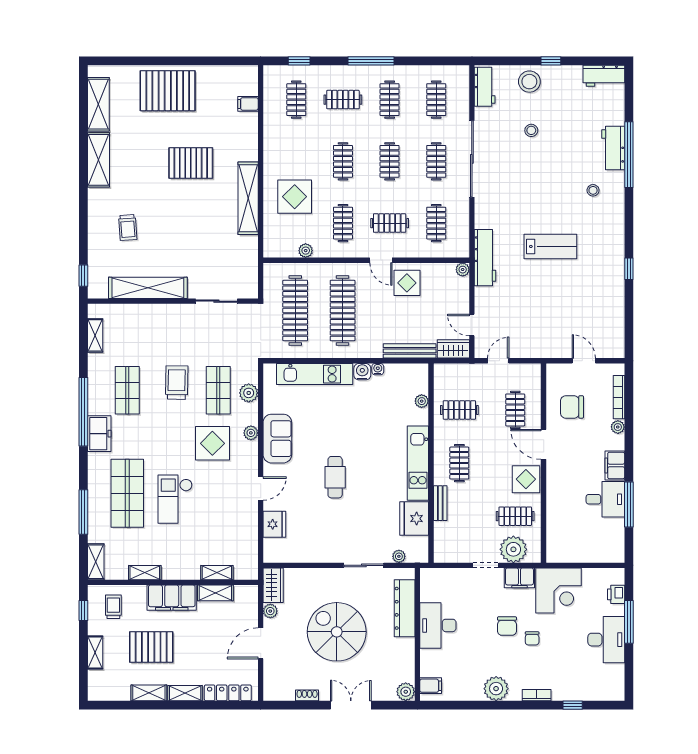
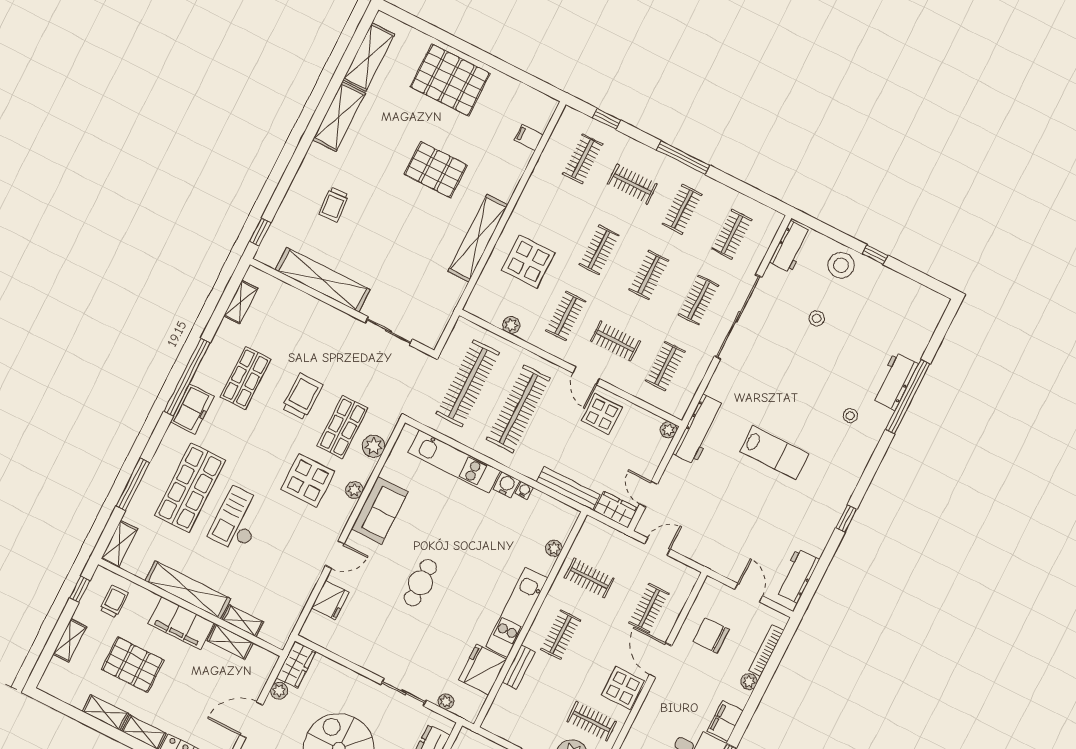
workbench: (604, 76) -> (797, 576), moved, turned 90
shelving: (145, 573) -> (188, 590), width x2.20, depth x1.33

